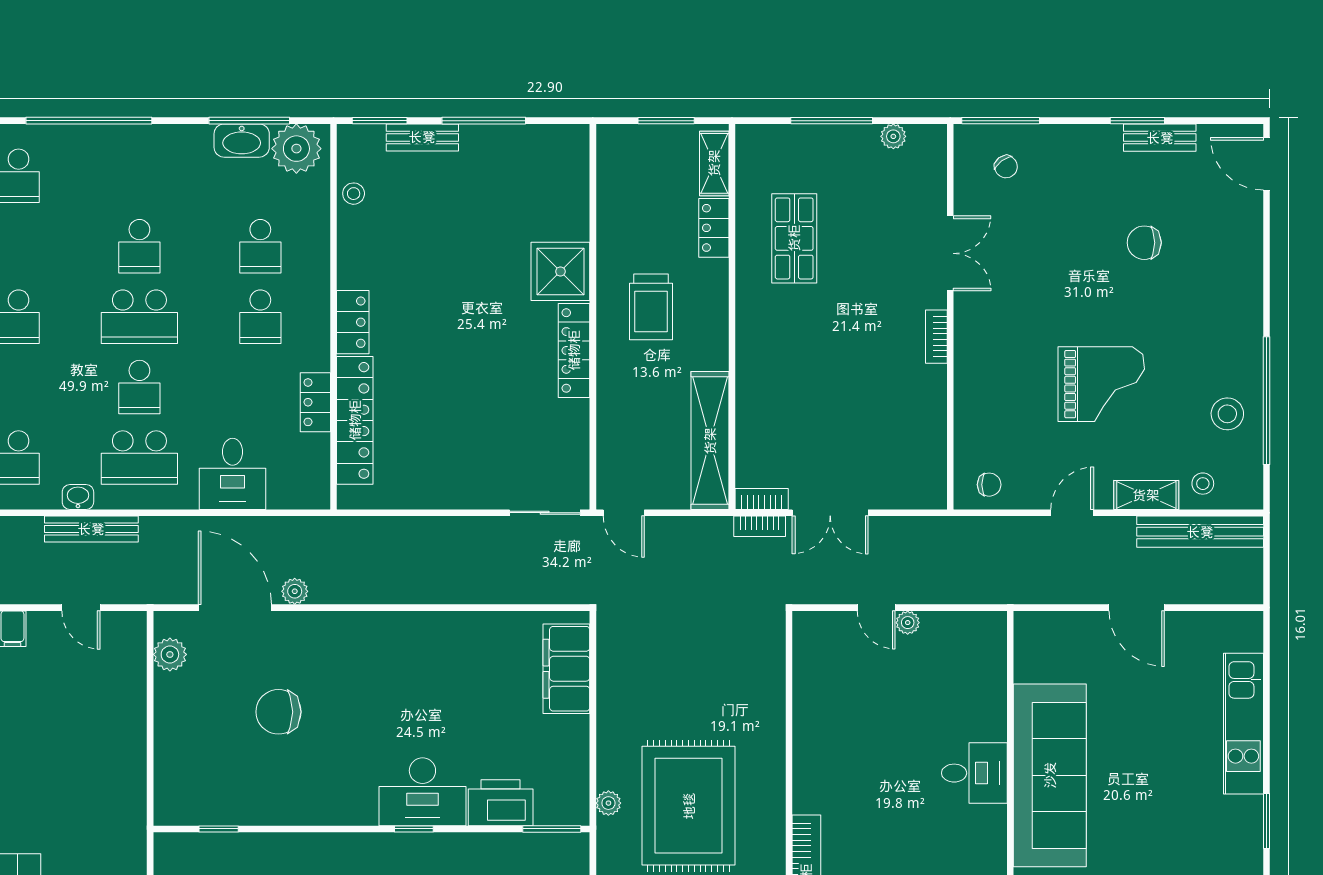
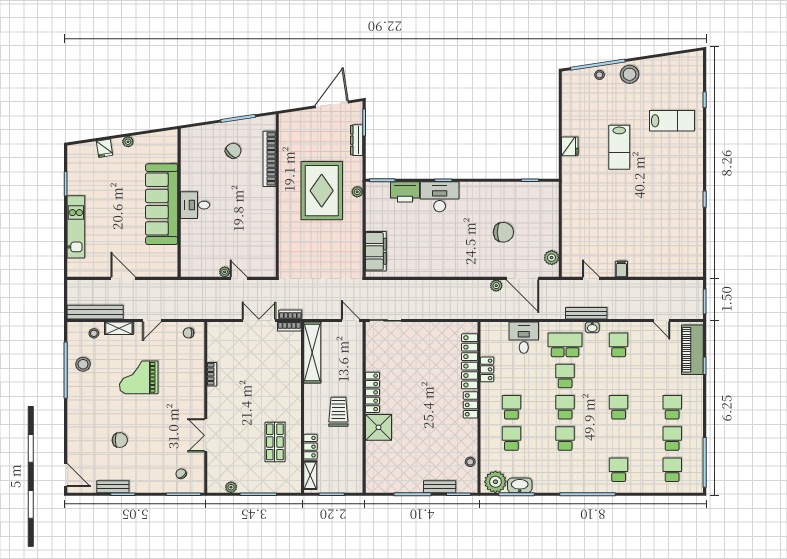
school desk: (139, 317) -> (565, 407), width x0.54
bookcase: (936, 337) -> (212, 374), moved

